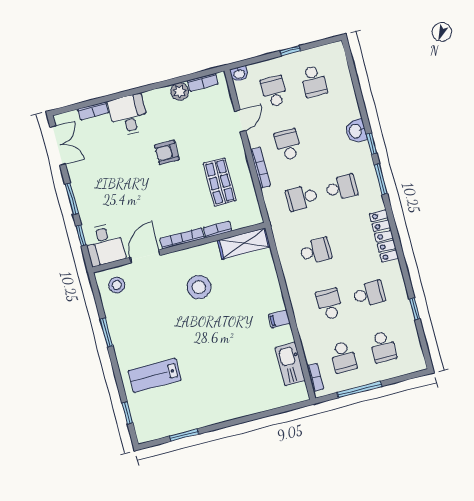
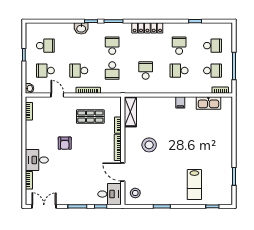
plant: (180, 91) -> (31, 126), removed

